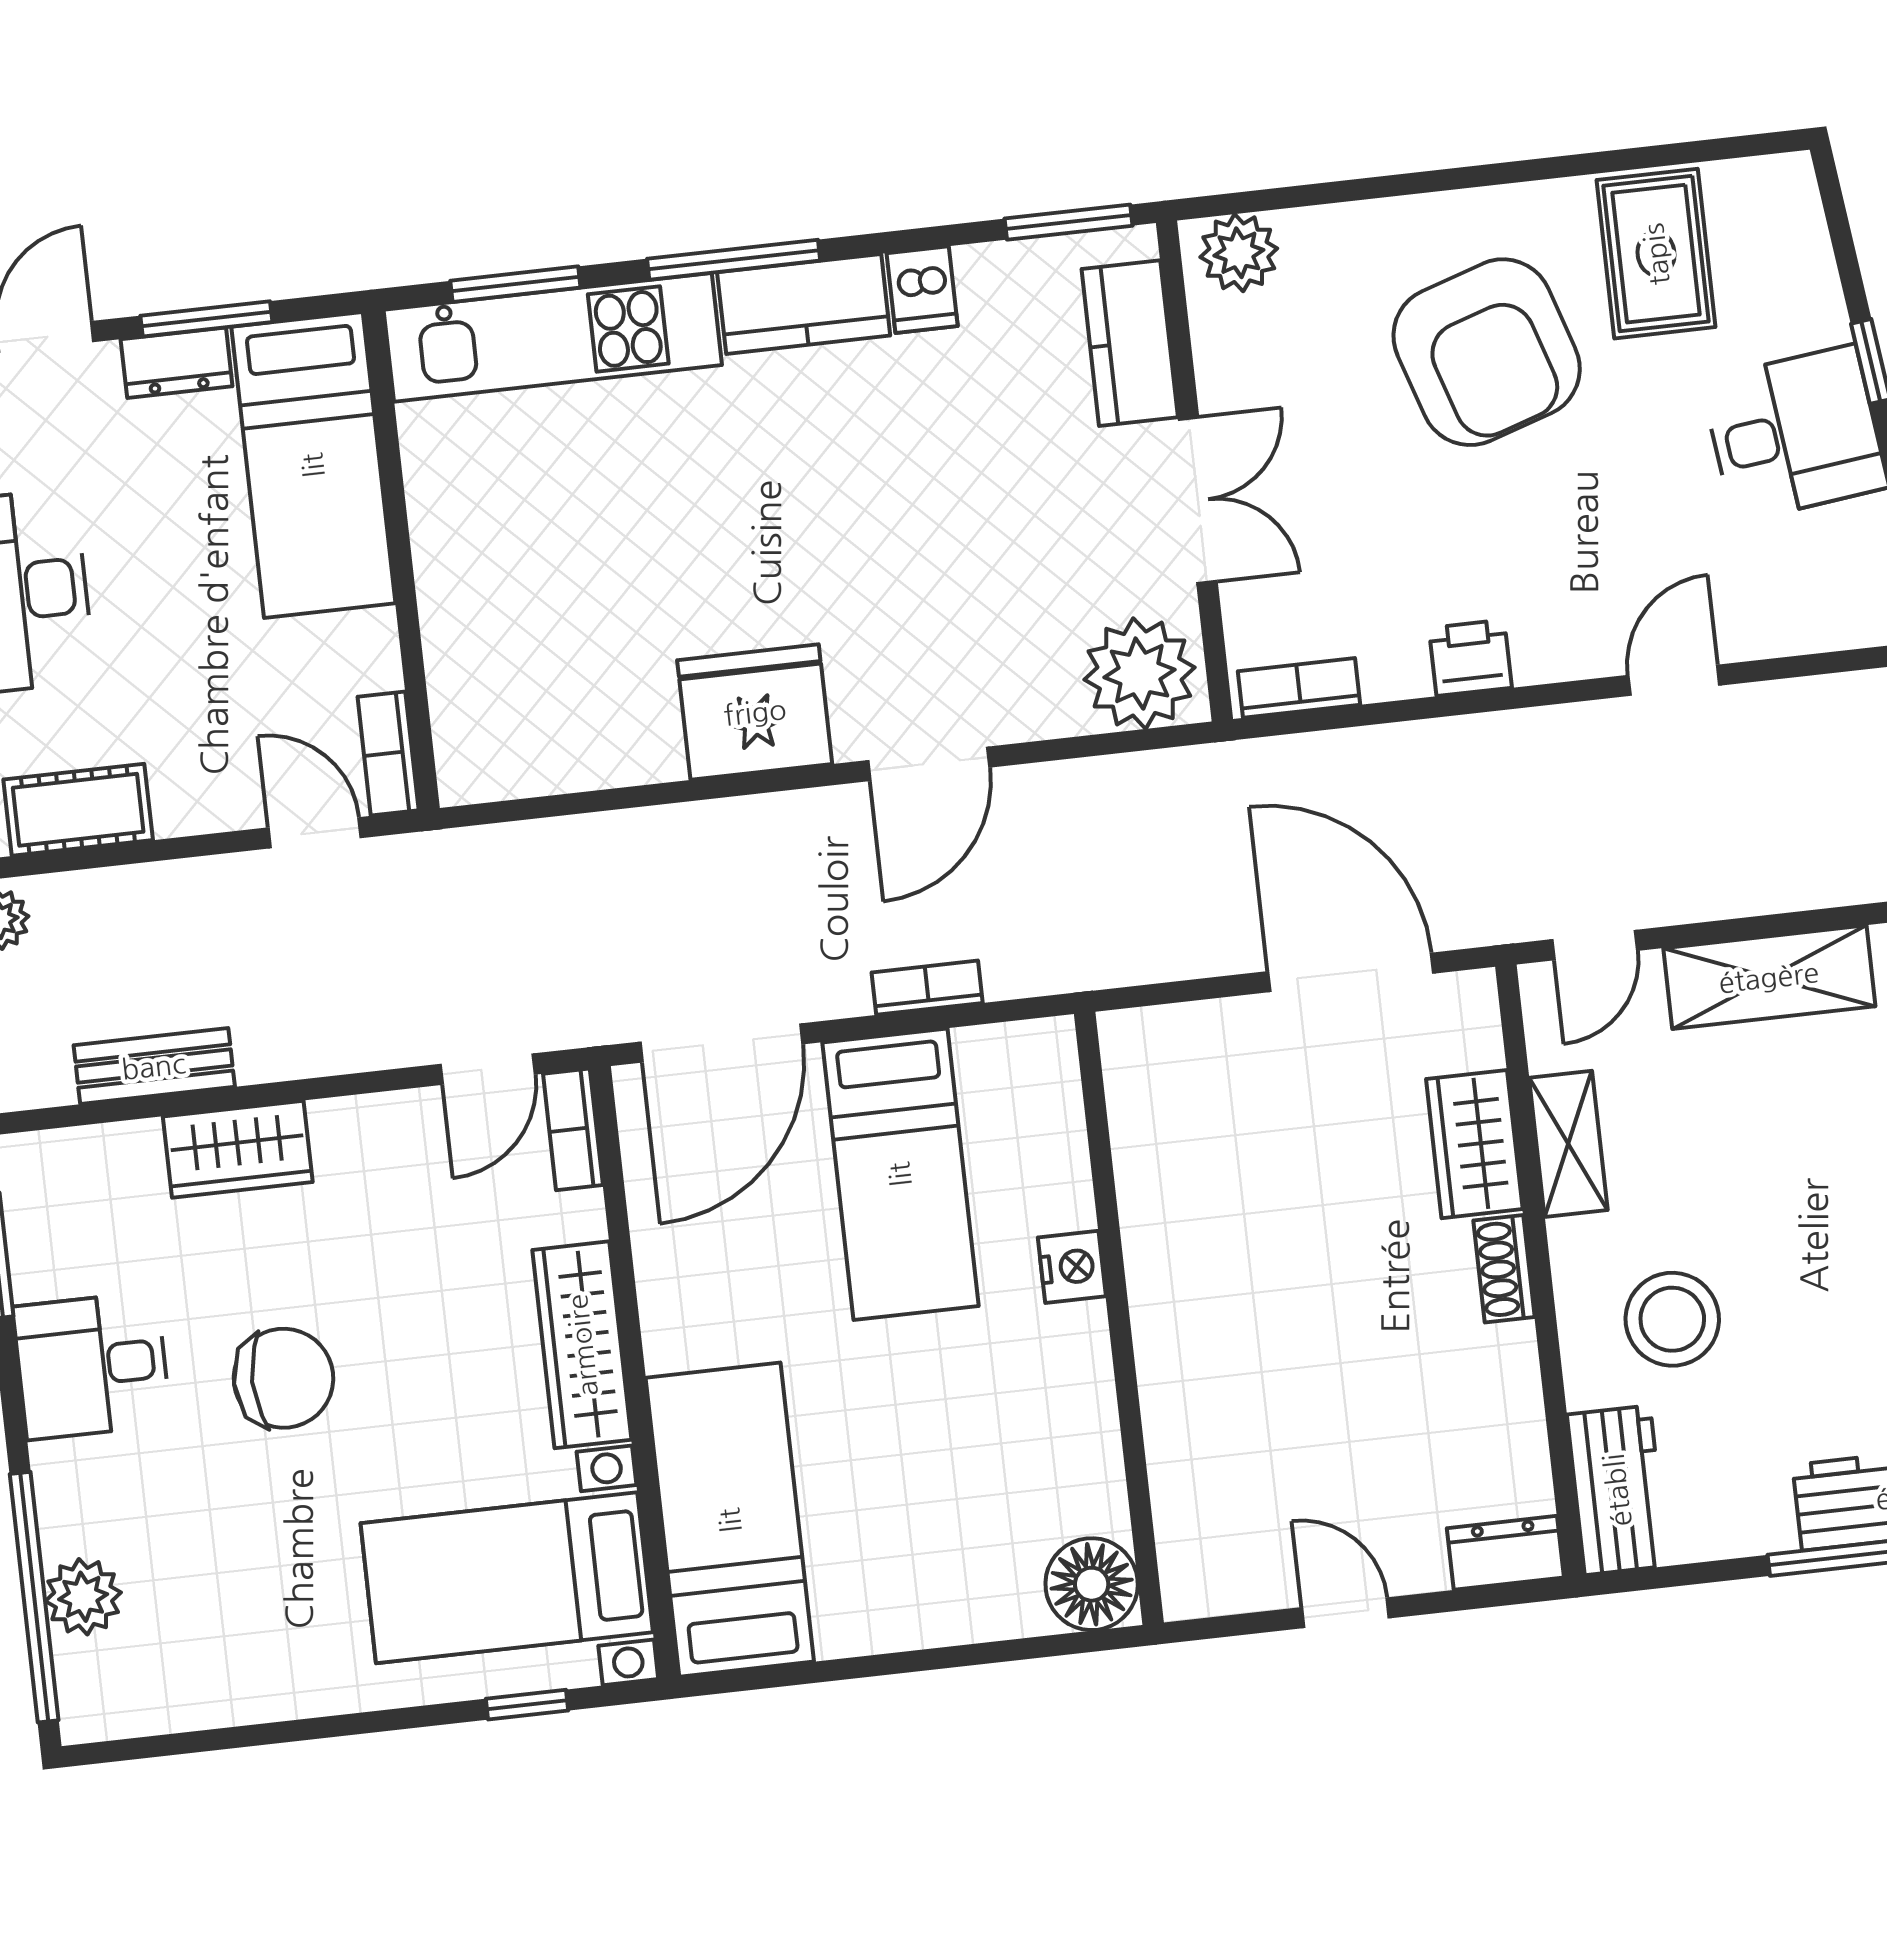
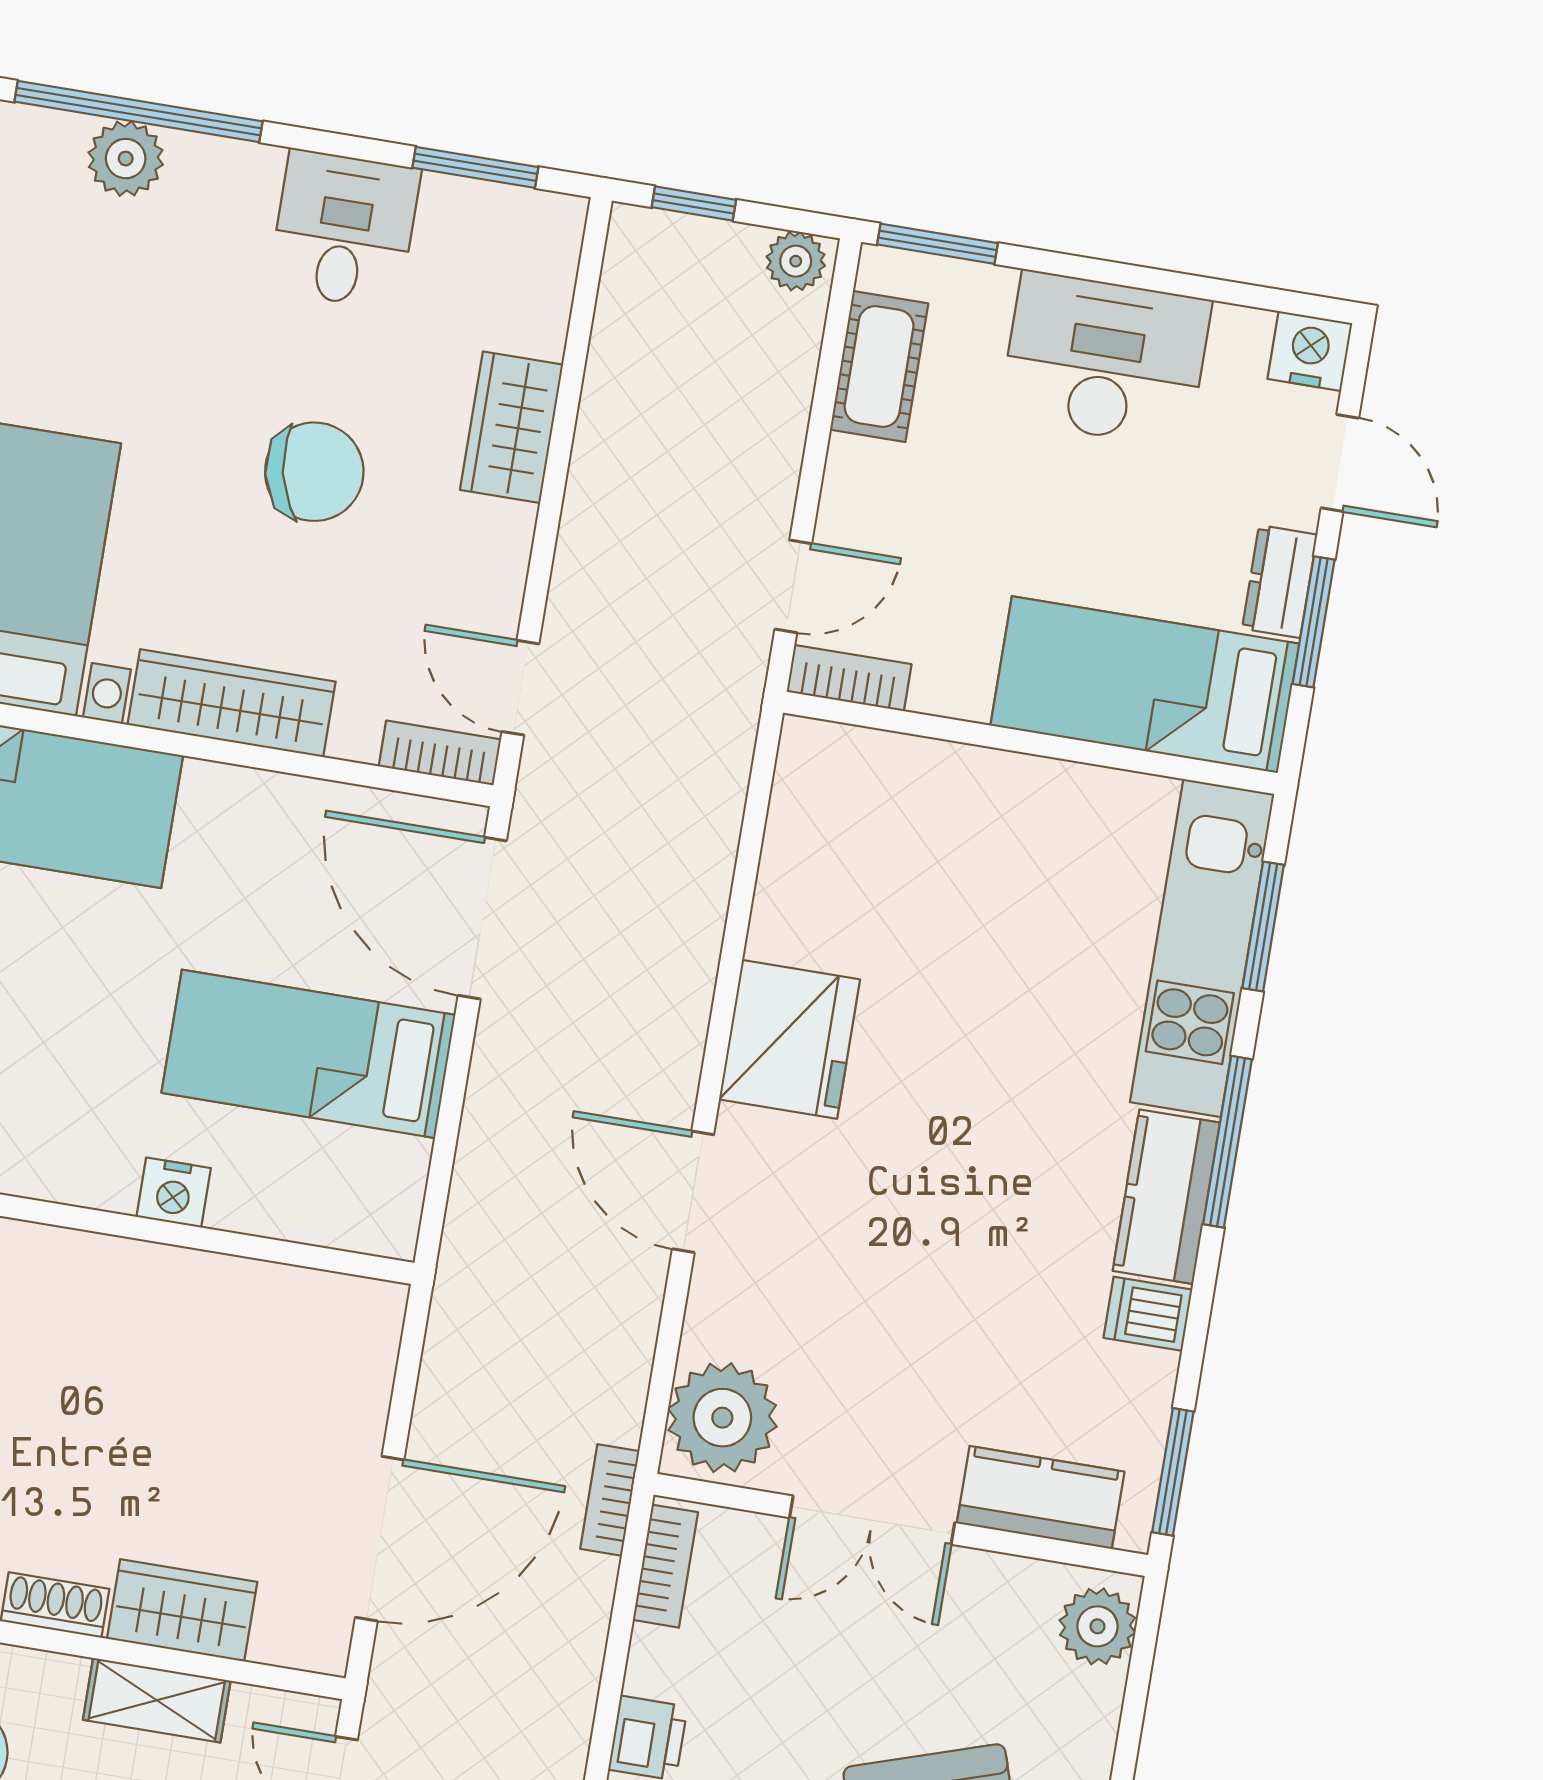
bookcase: (927, 988) -> (610, 1500), moved, turned 180
bench: (154, 1066) -> (614, 370), removed
chair: (284, 1378) -> (314, 472), moved, turned -102

